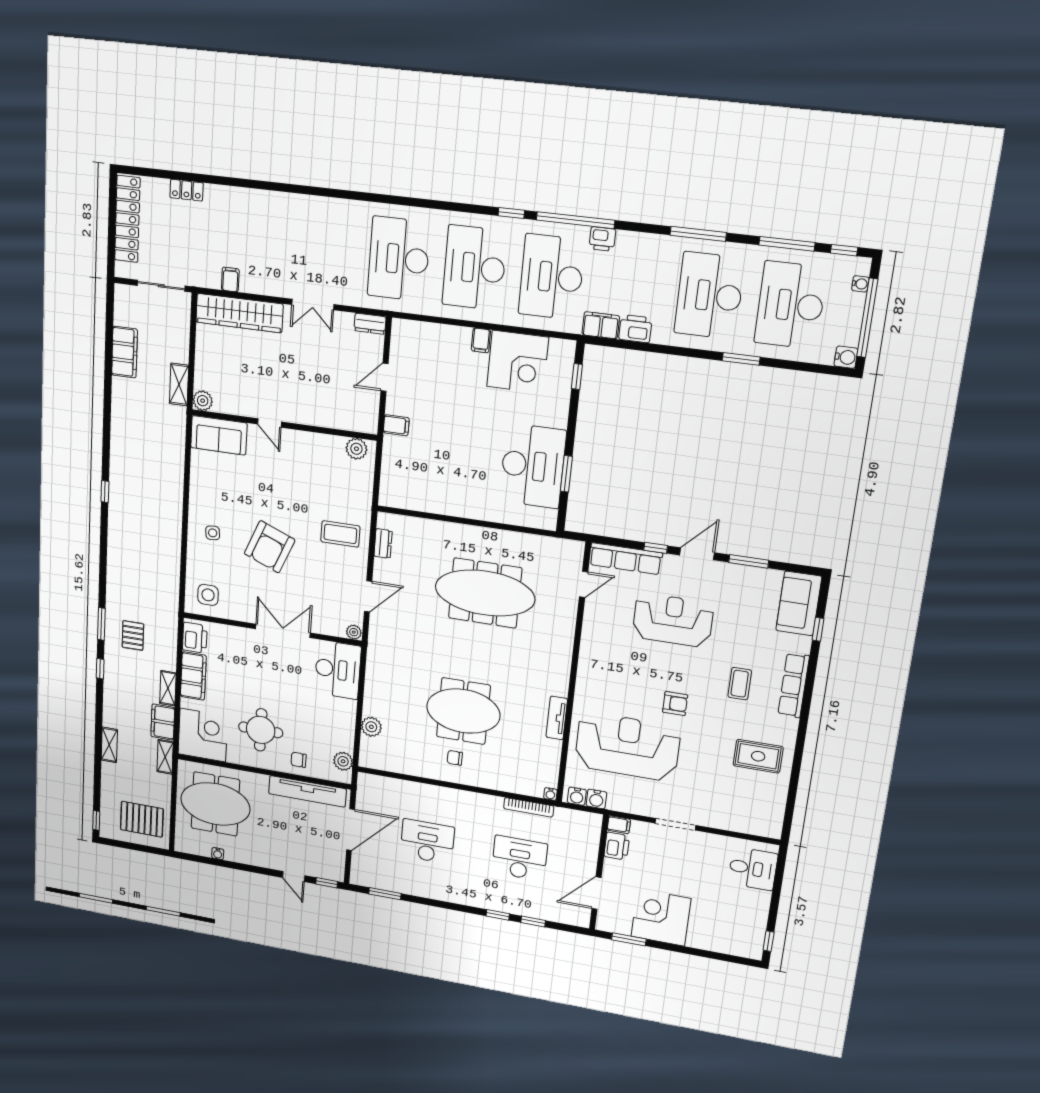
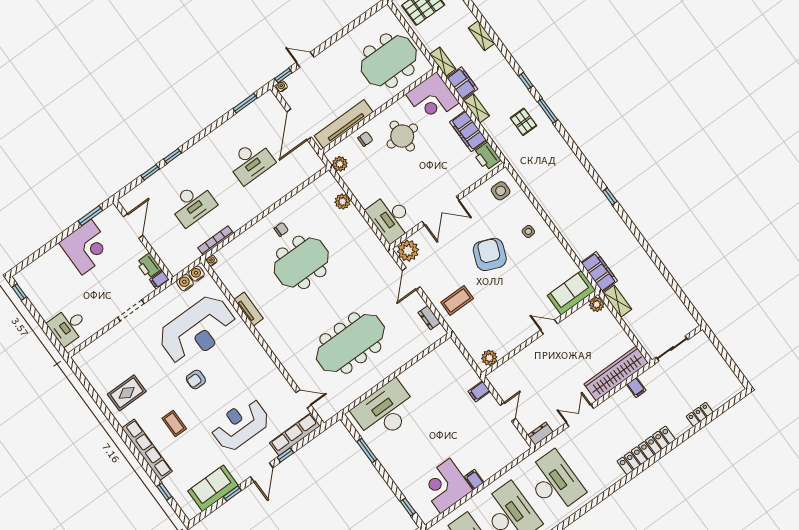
locker: (127, 219) -> (646, 450), moved, turned 90
filing cabinet: (124, 352) -> (599, 272), moved, turned 180
desk: (533, 466) -> (385, 411), moved, turned 90
window: (749, 561) -> (232, 493), width x0.67
door: (584, 584) -> (304, 399), swing flipped
sofa: (799, 603) -> (213, 488), moved, turned -90
reception desk: (673, 620) -> (240, 425), turned 180
plant: (354, 632) -> (408, 251), width x1.88, depth x1.88
row of seats: (794, 685) -> (147, 450), width x1.36
water cooler: (218, 854) -> (282, 86), moved

